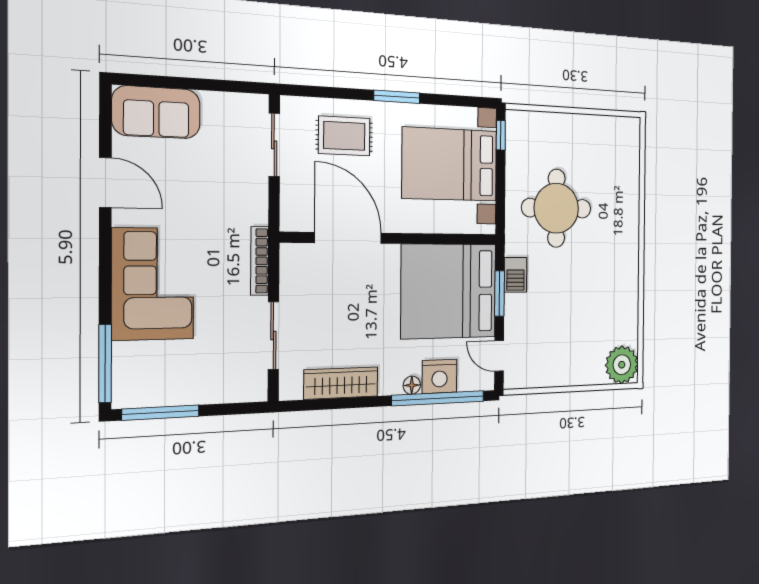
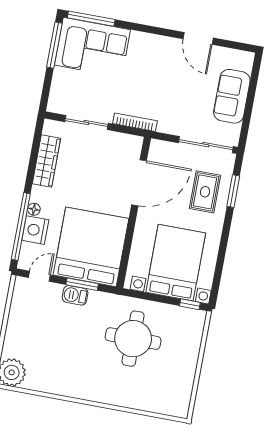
window: (397, 97) -> (233, 191), moved
sofa: (156, 112) -> (232, 96), moved
sliding door: (274, 145) -> (206, 145), width x1.37
door: (105, 183) -> (198, 38), hinge flipped
barbecue: (515, 275) -> (75, 295), moved
corner sofa: (153, 284) -> (92, 47), moved

